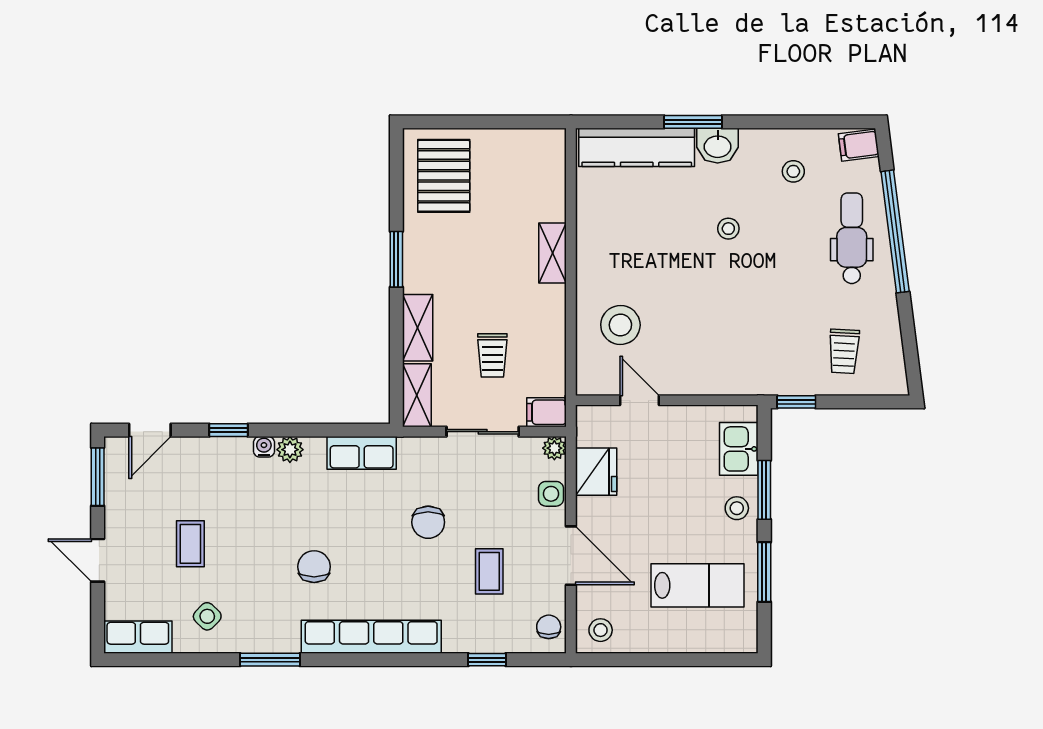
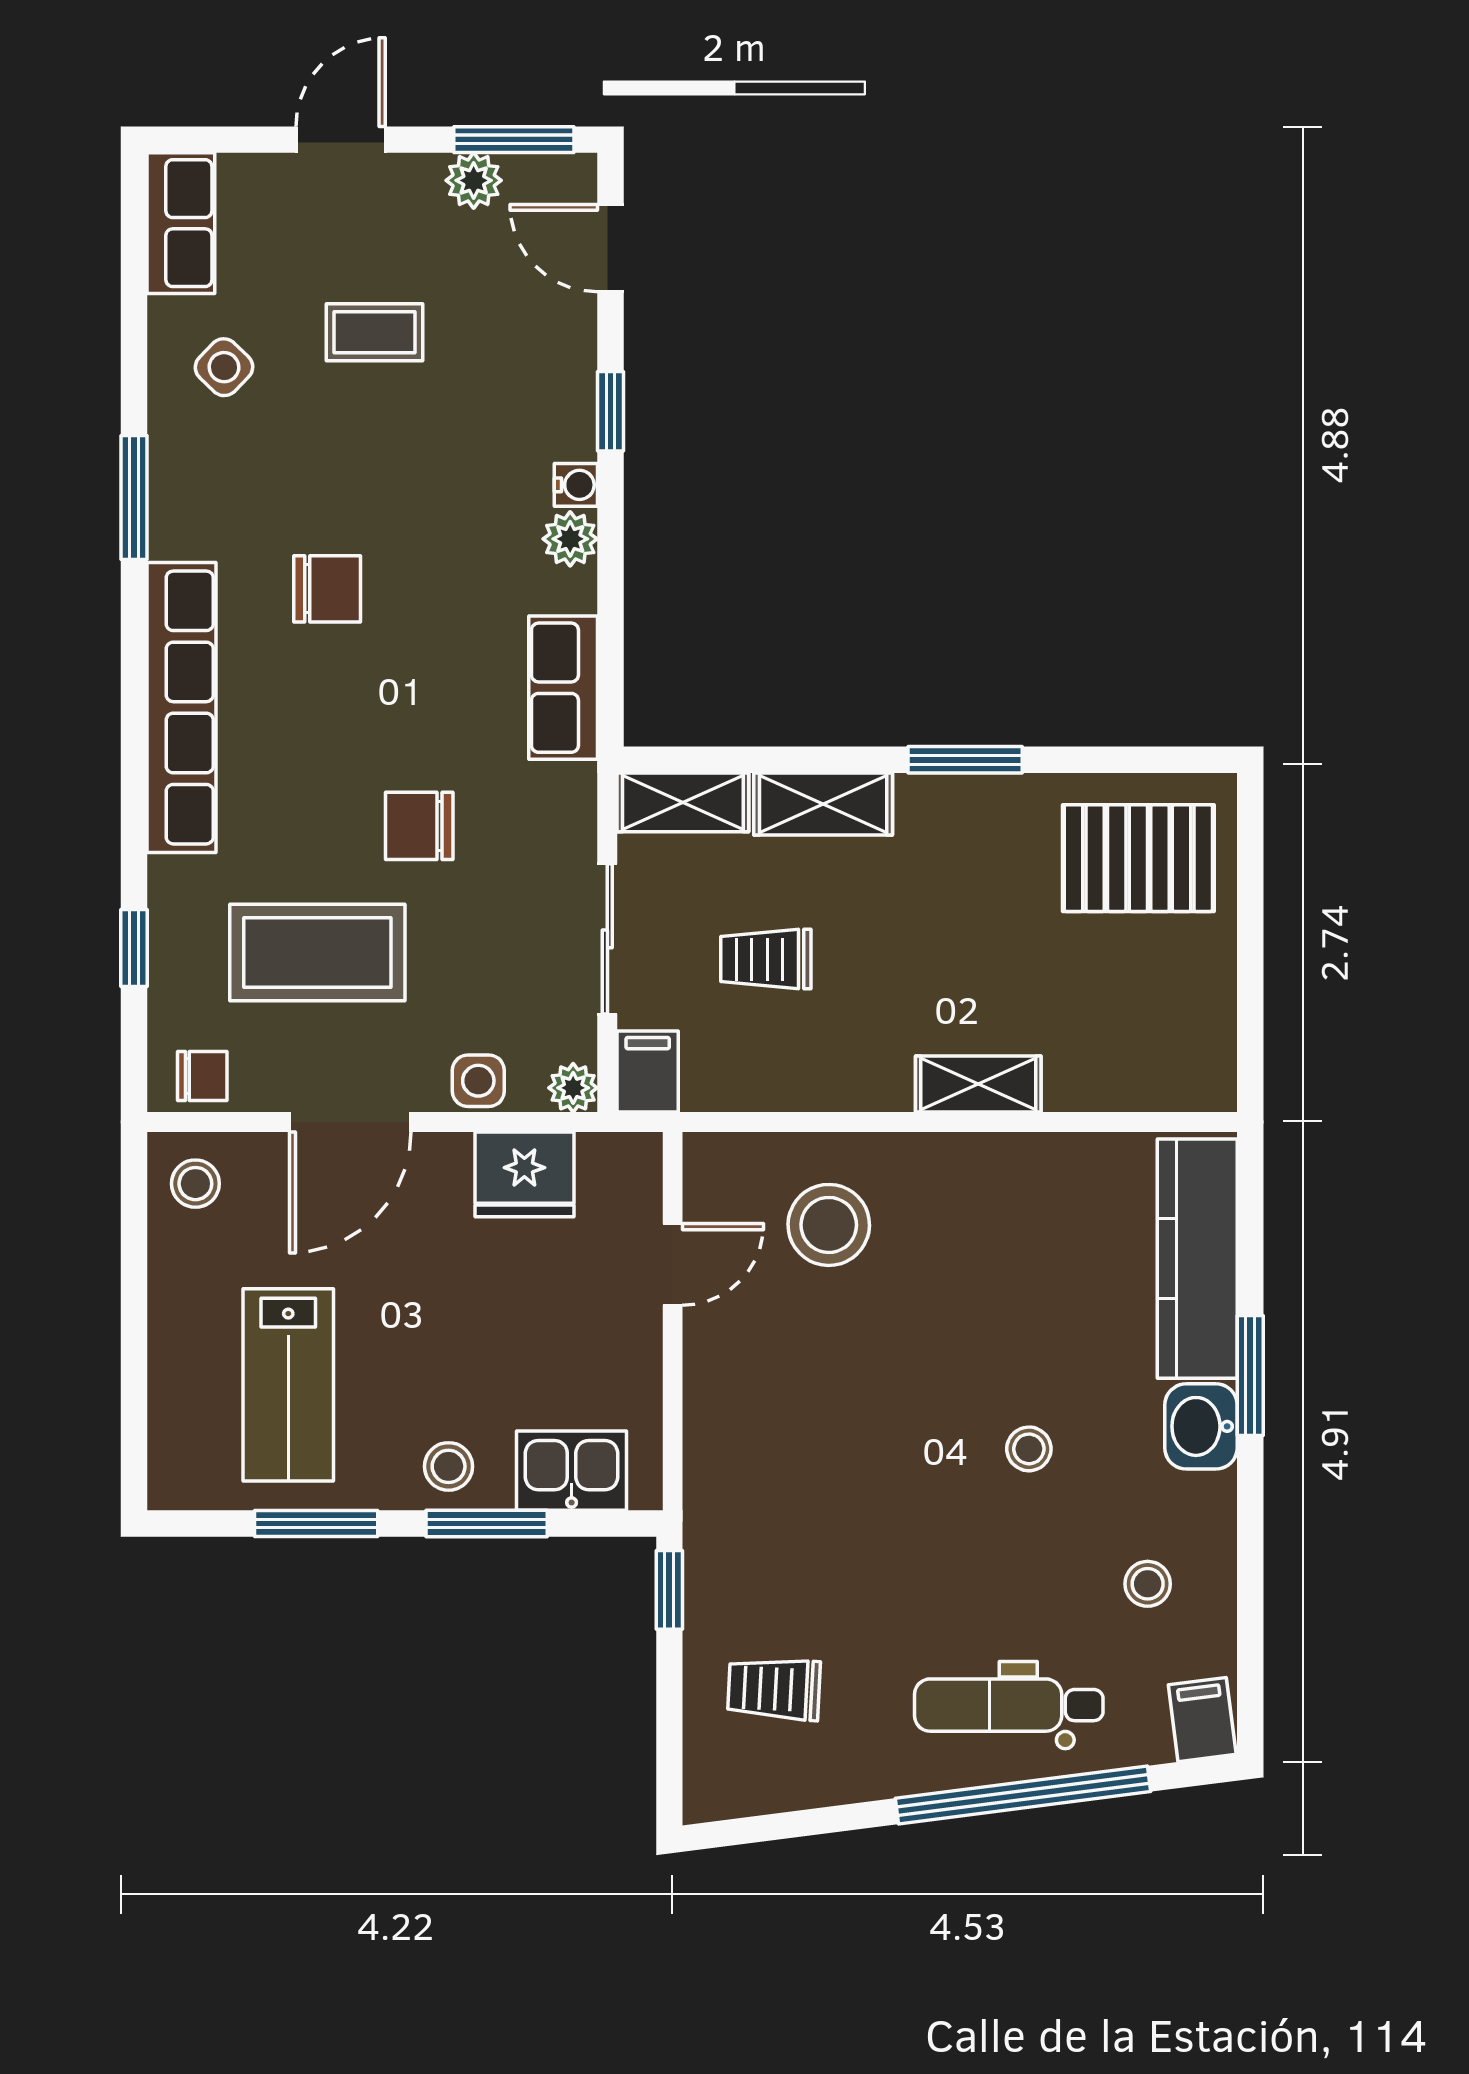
dental chair: (852, 238) -> (1009, 1705), turned 180
plant: (117, 496) -> (474, 180), added
coffee table: (489, 571) -> (317, 953), width x1.86, depth x1.72

